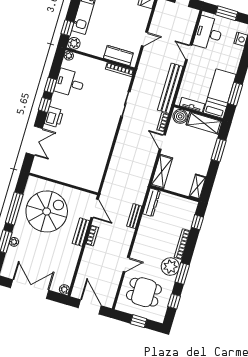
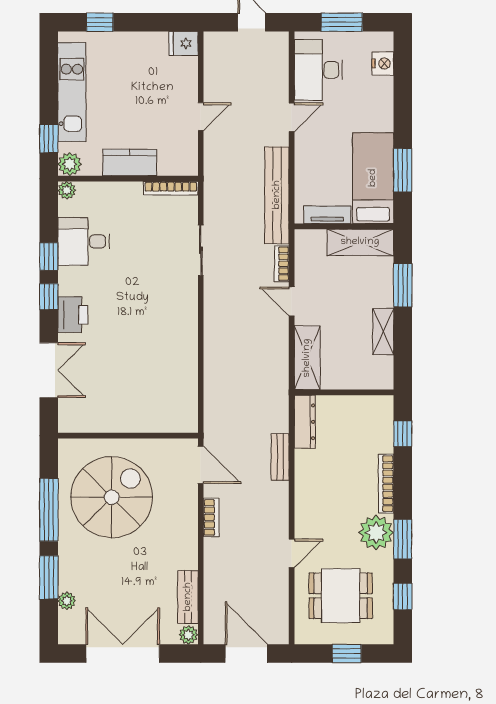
door: (189, 52) -> (292, 117), swing flipped
kitchen counter: (118, 56) -> (130, 162), moved
boiler: (180, 116) -> (311, 243), removed
shelving: (197, 187) -> (383, 332), moved
bench: (81, 232) -> (188, 597), moved
plant: (14, 242) -> (67, 601), moved

